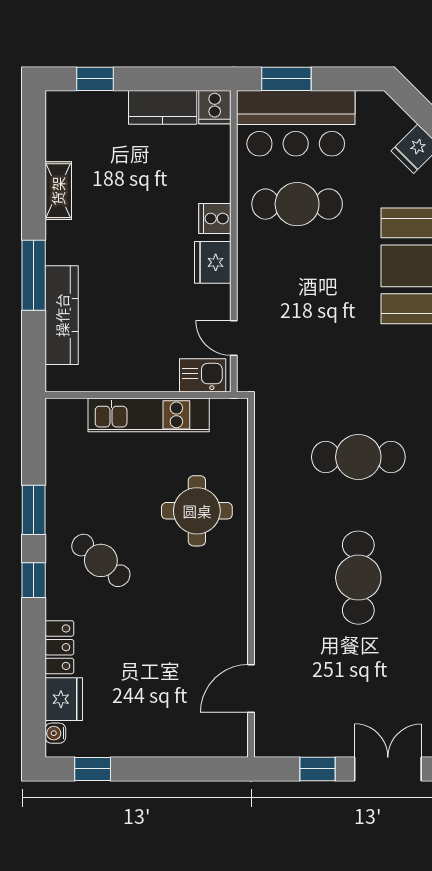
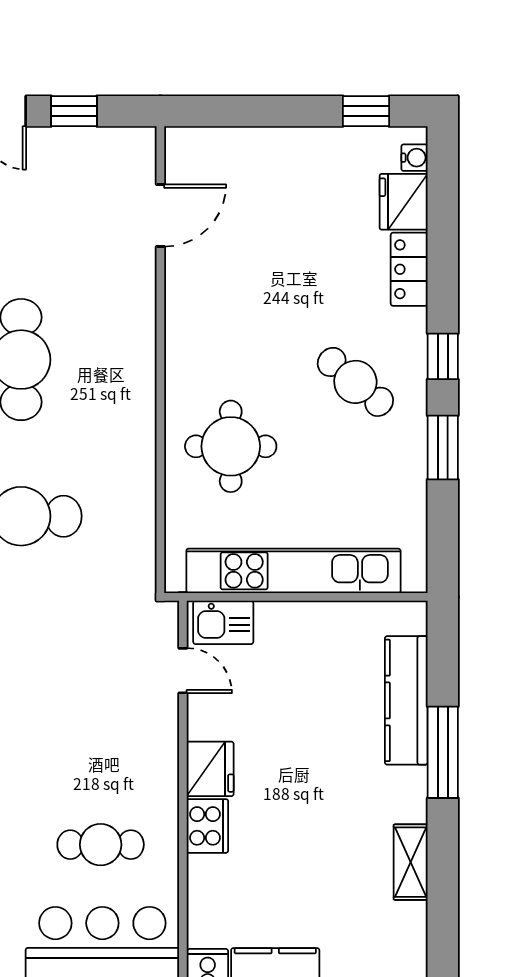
cafe table: (297, 204) -> (101, 845), width x0.73, depth x0.74
cooker: (215, 218) -> (207, 826), width x1.36
kitchen unit: (149, 415) -> (293, 571), width x1.36

